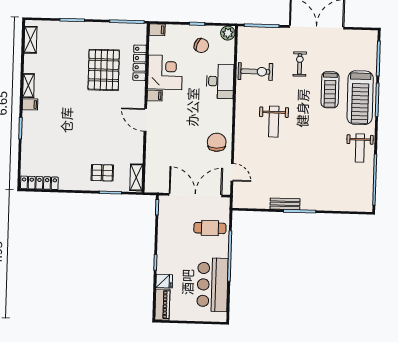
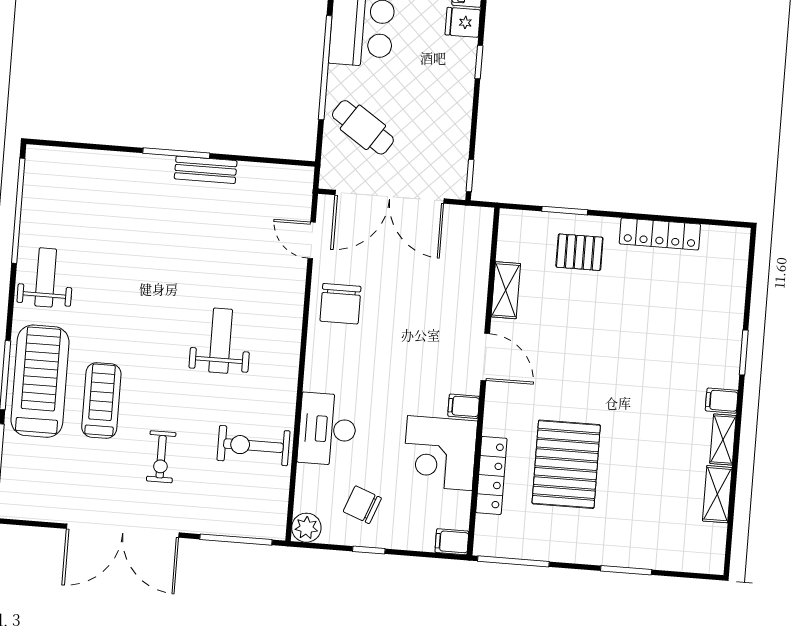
shelving: (30, 40) -> (717, 494), moved
shelving: (136, 177) -> (506, 290), moved
locker: (39, 183) -> (660, 234), moved
cafe table: (210, 228) -> (363, 127), turned 34

